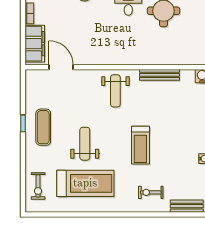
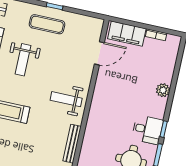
weight bench: (85, 144) -> (23, 60), turned 90

